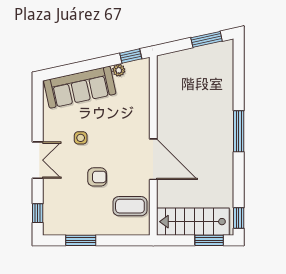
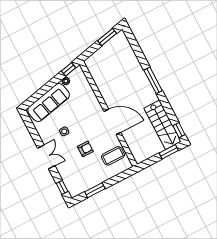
stairs: (193, 222) -> (163, 125), moved, turned -90

